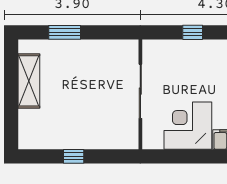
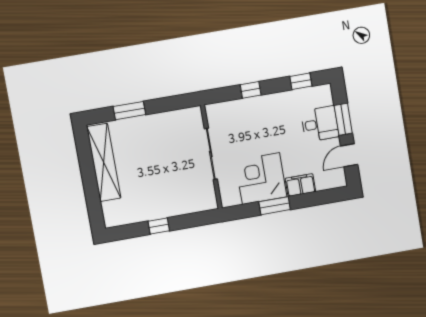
shelving: (29, 81) -> (104, 162), width x1.47
window: (197, 156) -> (275, 206), added

